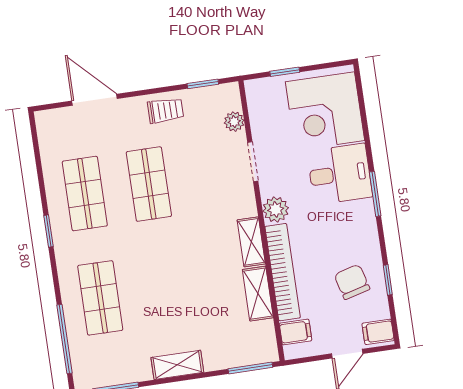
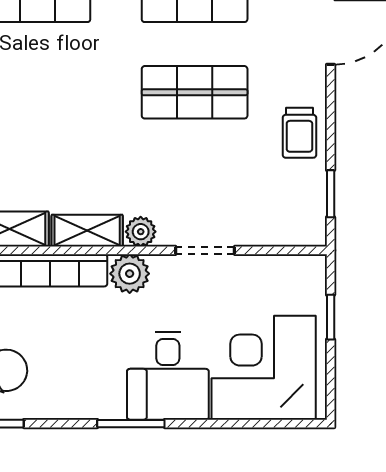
plant: (234, 122) -> (141, 232), moved

